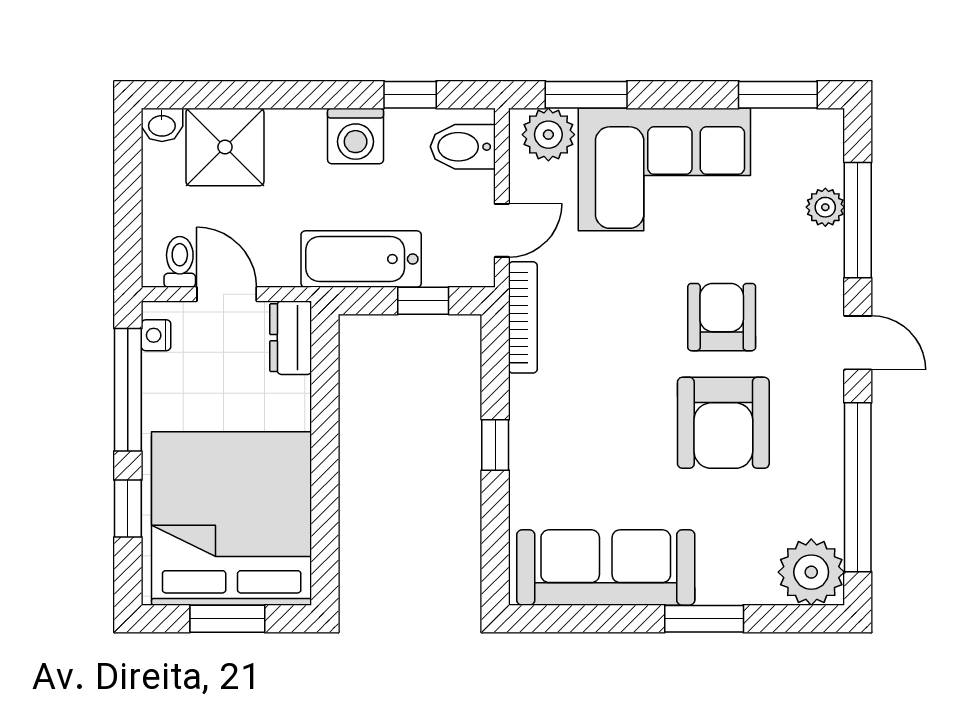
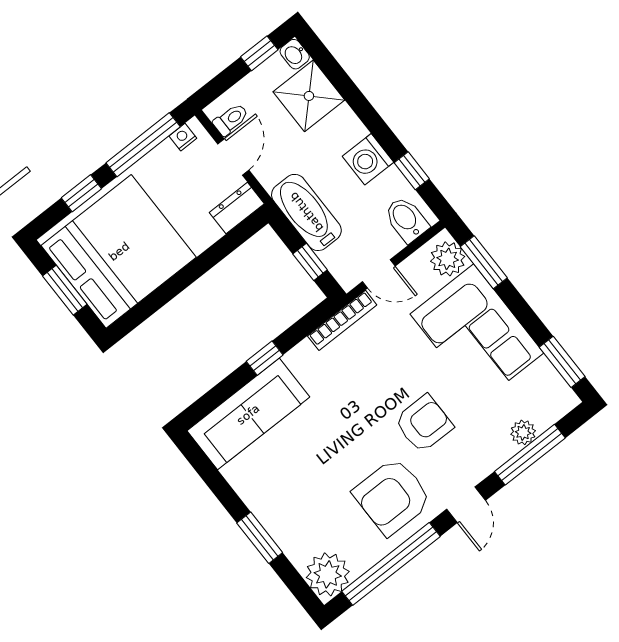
window: (128, 166) -> (259, 53), added
armchair: (723, 423) -> (392, 497), moved
sofa: (606, 568) -> (248, 414), moved, turned 90

